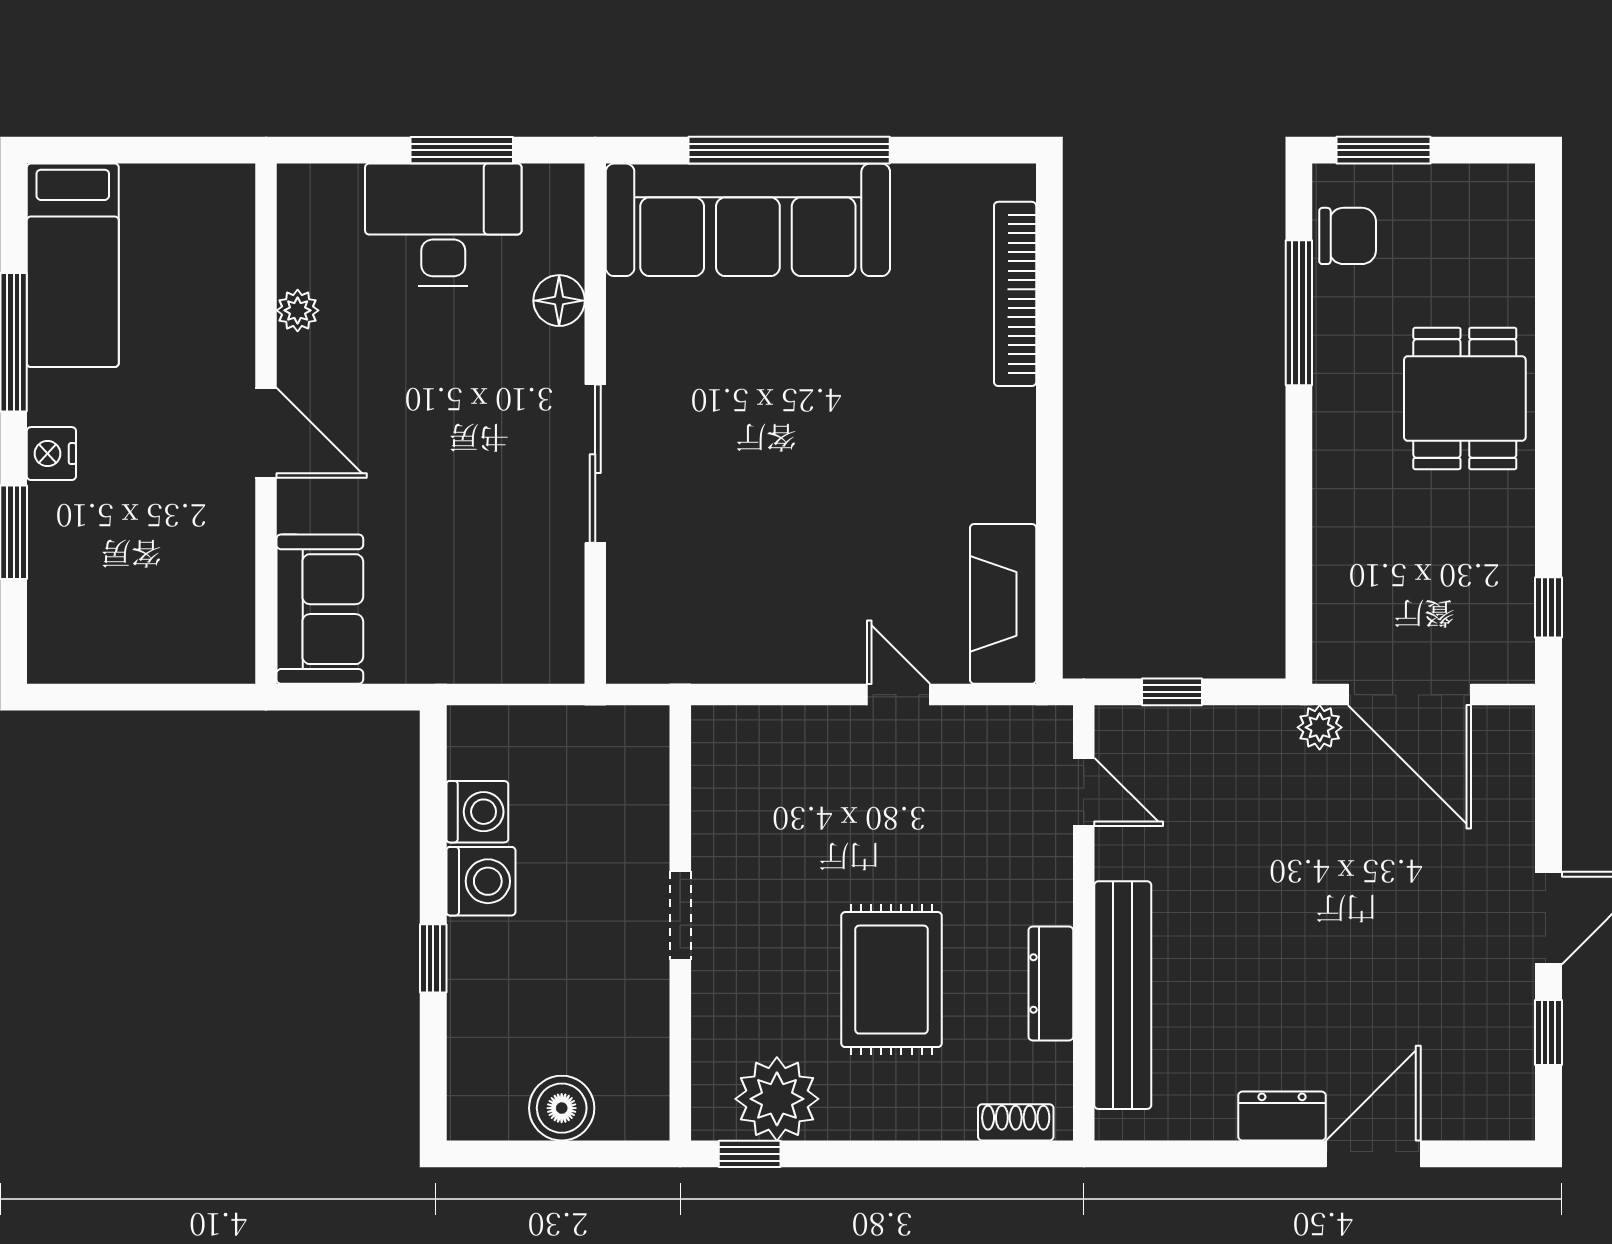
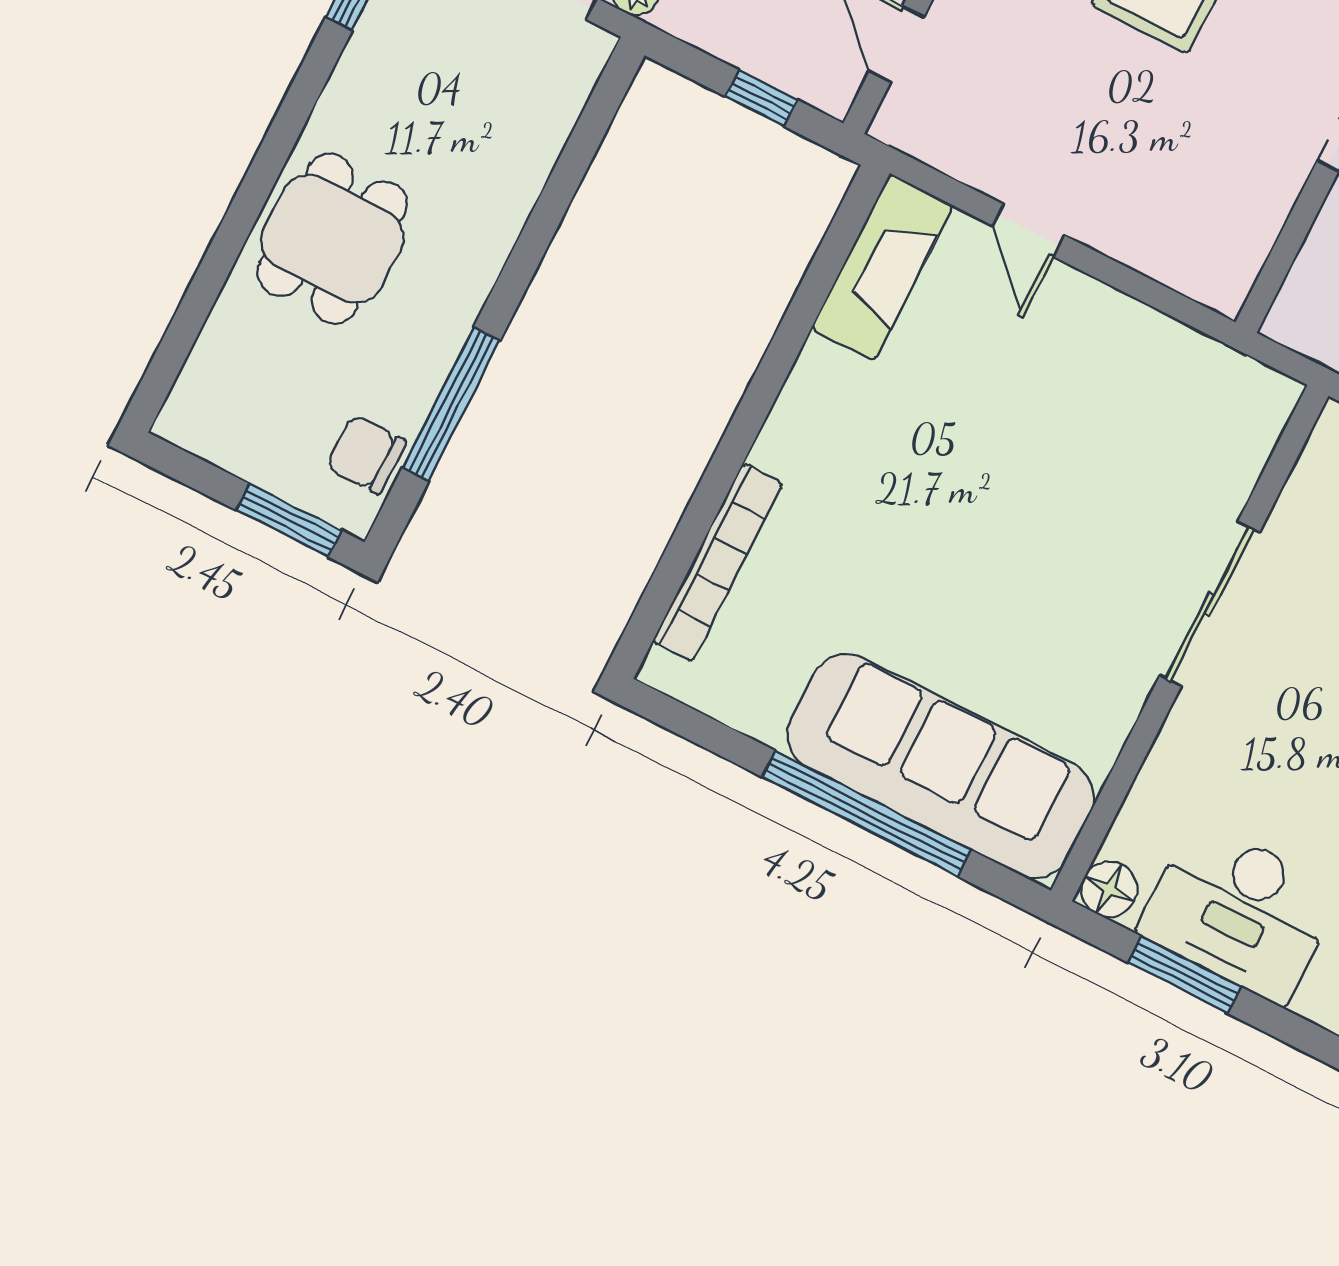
floor lamp: (559, 301) -> (1109, 889), moved

